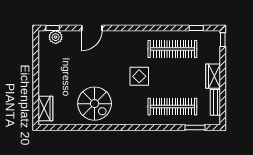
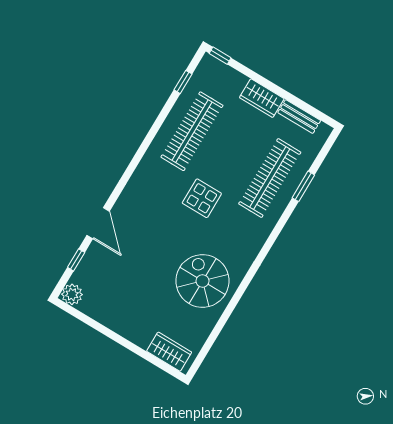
window: (53, 28) -> (76, 260), moved
plant: (56, 37) -> (72, 294), moved
spiral stairs: (95, 104) -> (202, 281), turned -90
window: (195, 127) -> (303, 186), moved

